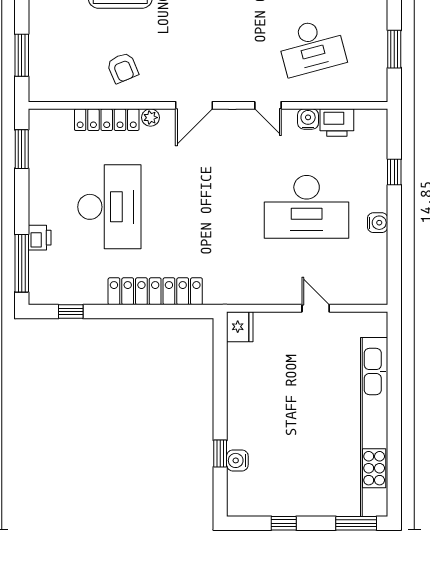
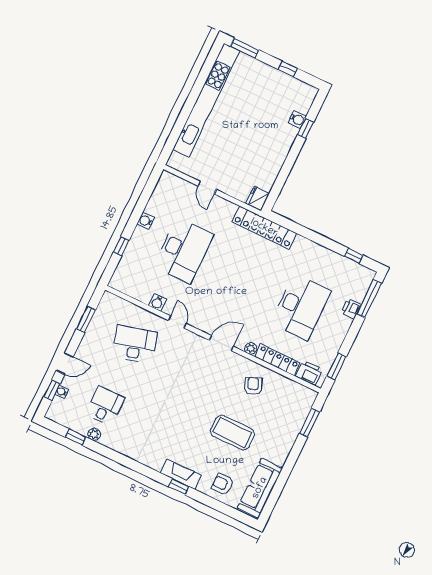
printer: (337, 123) -> (309, 373), moved
desk: (109, 207) -> (301, 307), turned 180
desk: (307, 207) -> (183, 251), turned 90
locker: (155, 291) -> (264, 228), moved

